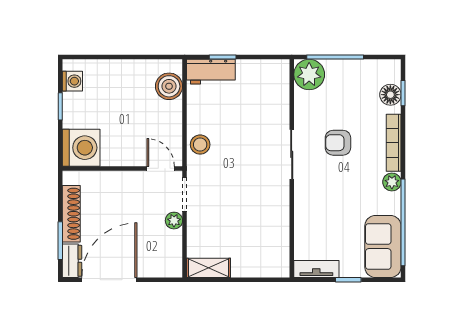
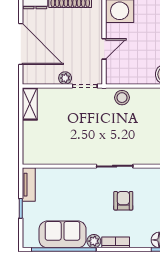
bookcase: (394, 143) -> (116, 242), width x0.64
door: (161, 168) -> (104, 49), moved
sofa: (383, 246) -> (63, 234), moved
door: (109, 280) -> (21, 44), moved

